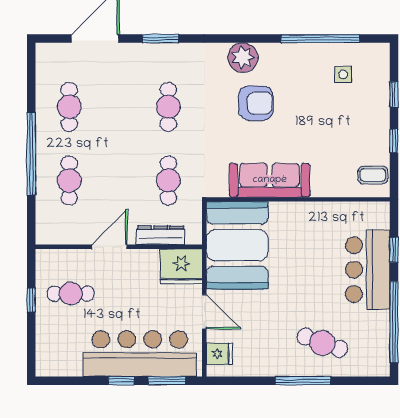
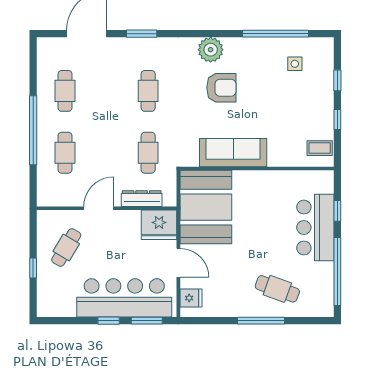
cafe table: (71, 293) -> (66, 247), turned -59
window: (31, 300) -> (33, 268), moved

